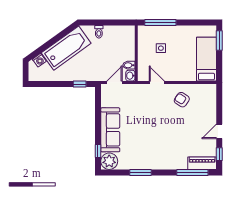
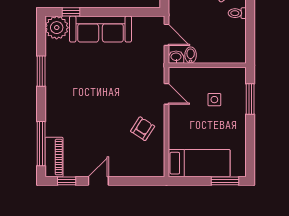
window: (160, 22) -> (250, 99), width x0.69
door: (157, 83) -> (166, 94), hinge flipped
door: (219, 131) -> (98, 181), hinge flipped

